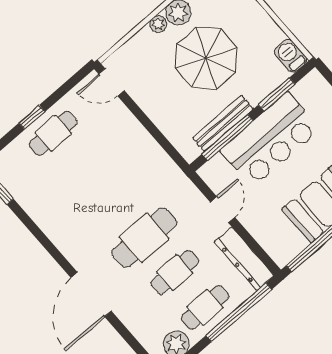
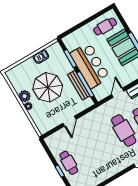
barbecue: (291, 56) -> (41, 57), moved
door: (111, 82) -> (69, 121), moved
door: (223, 210) -> (118, 93), hinge flipped

